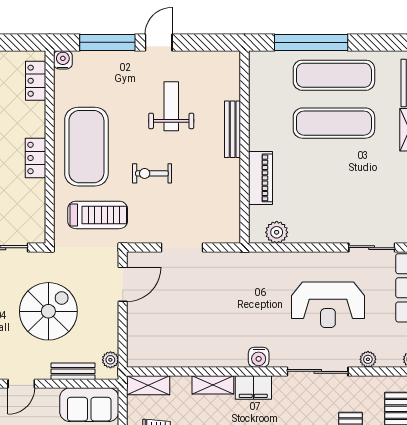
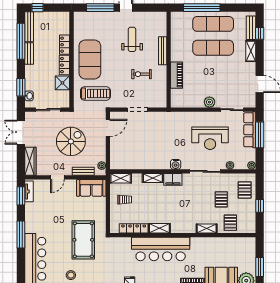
water cooler: (63, 60) -> (78, 16), removed
locker: (36, 81) -> (65, 45), moved
exercise bike: (152, 173) -> (142, 74), moved
shower: (31, 193) -> (62, 83), added
plant: (277, 232) -> (209, 102), moved

